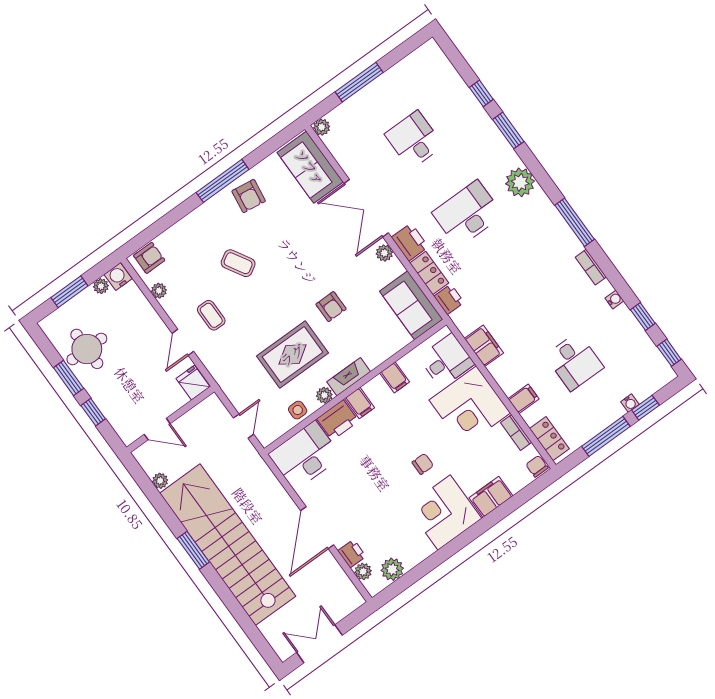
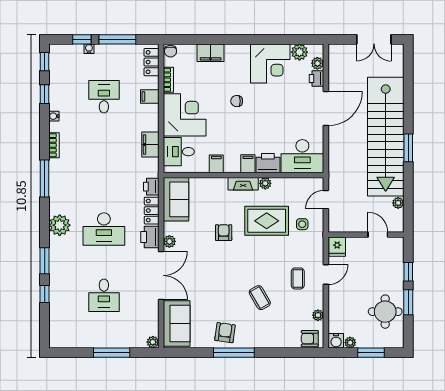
side table: (298, 410) -> (302, 224), moved
corner desk: (444, 512) -> (270, 63), moved

